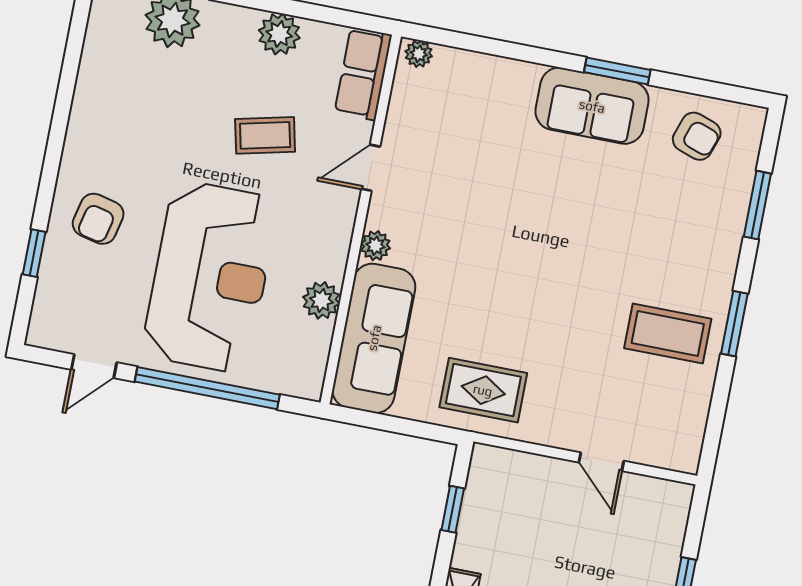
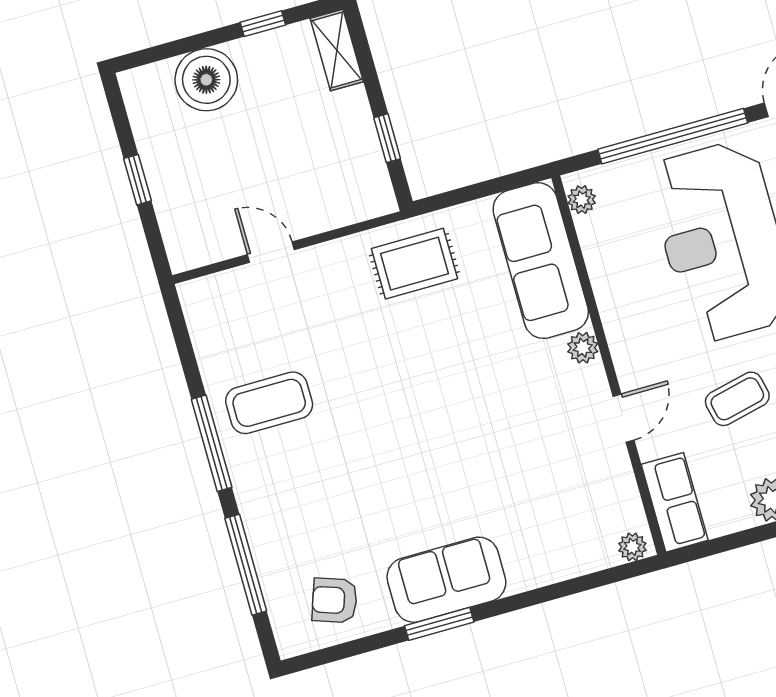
window: (757, 205) -> (246, 565), width x1.44
plant: (321, 300) -> (582, 200), moved, width x0.73, depth x0.73
window: (734, 324) -> (212, 443), width x1.44

